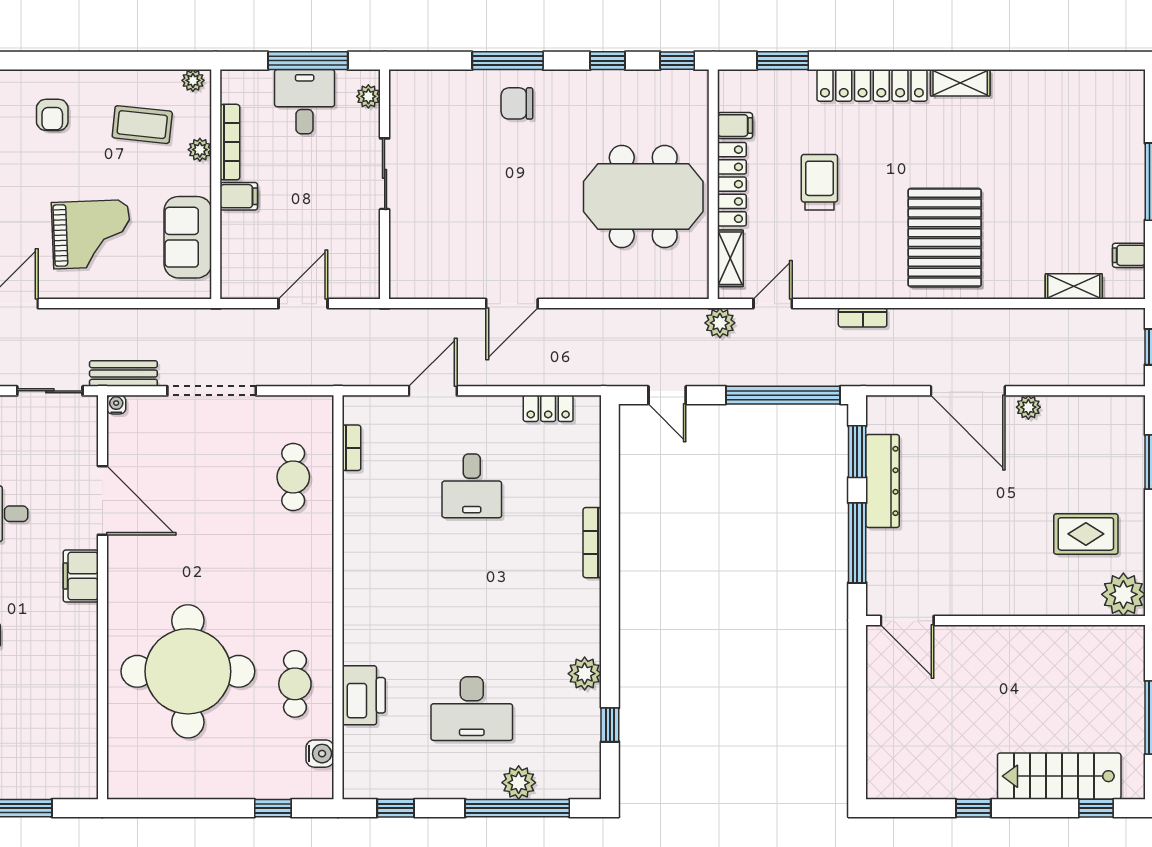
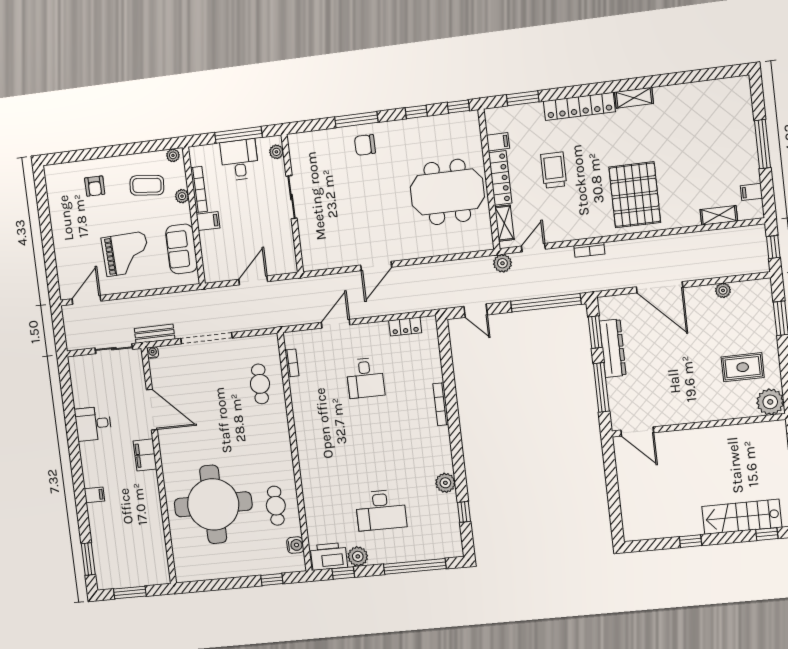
plant: (1028, 407) -> (723, 290), moved
printer: (364, 695) -> (329, 556), moved, turned -90
plant: (519, 783) -> (358, 556), moved

